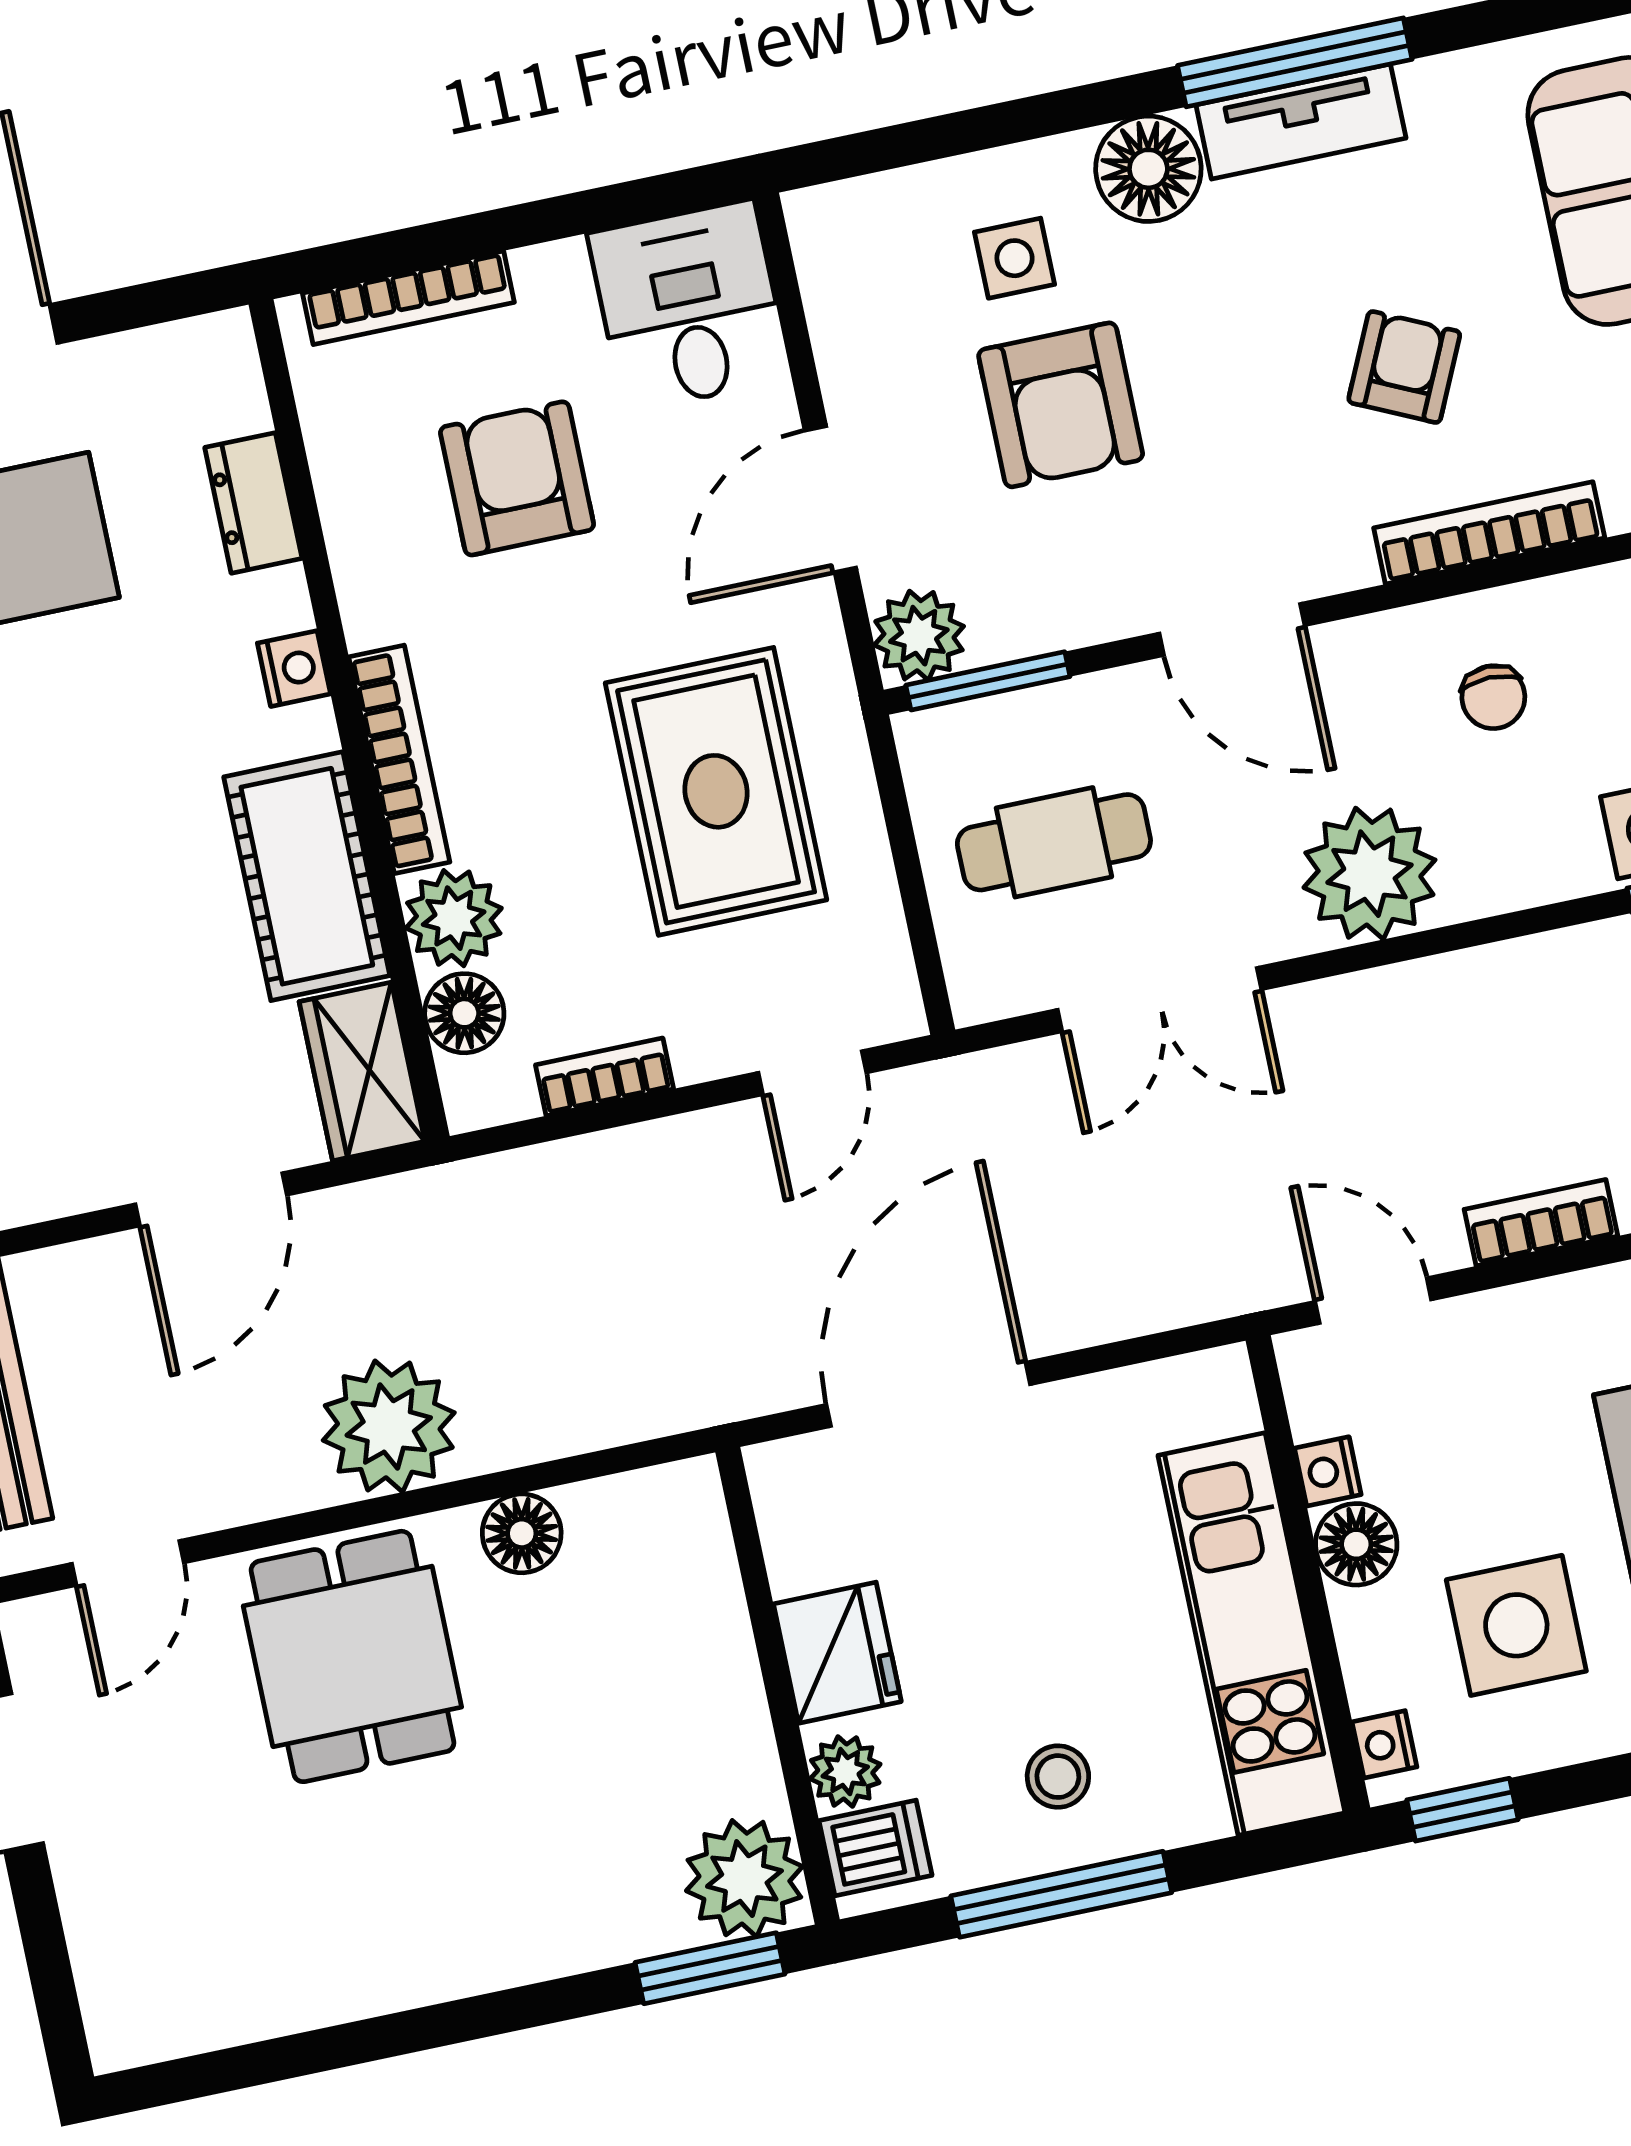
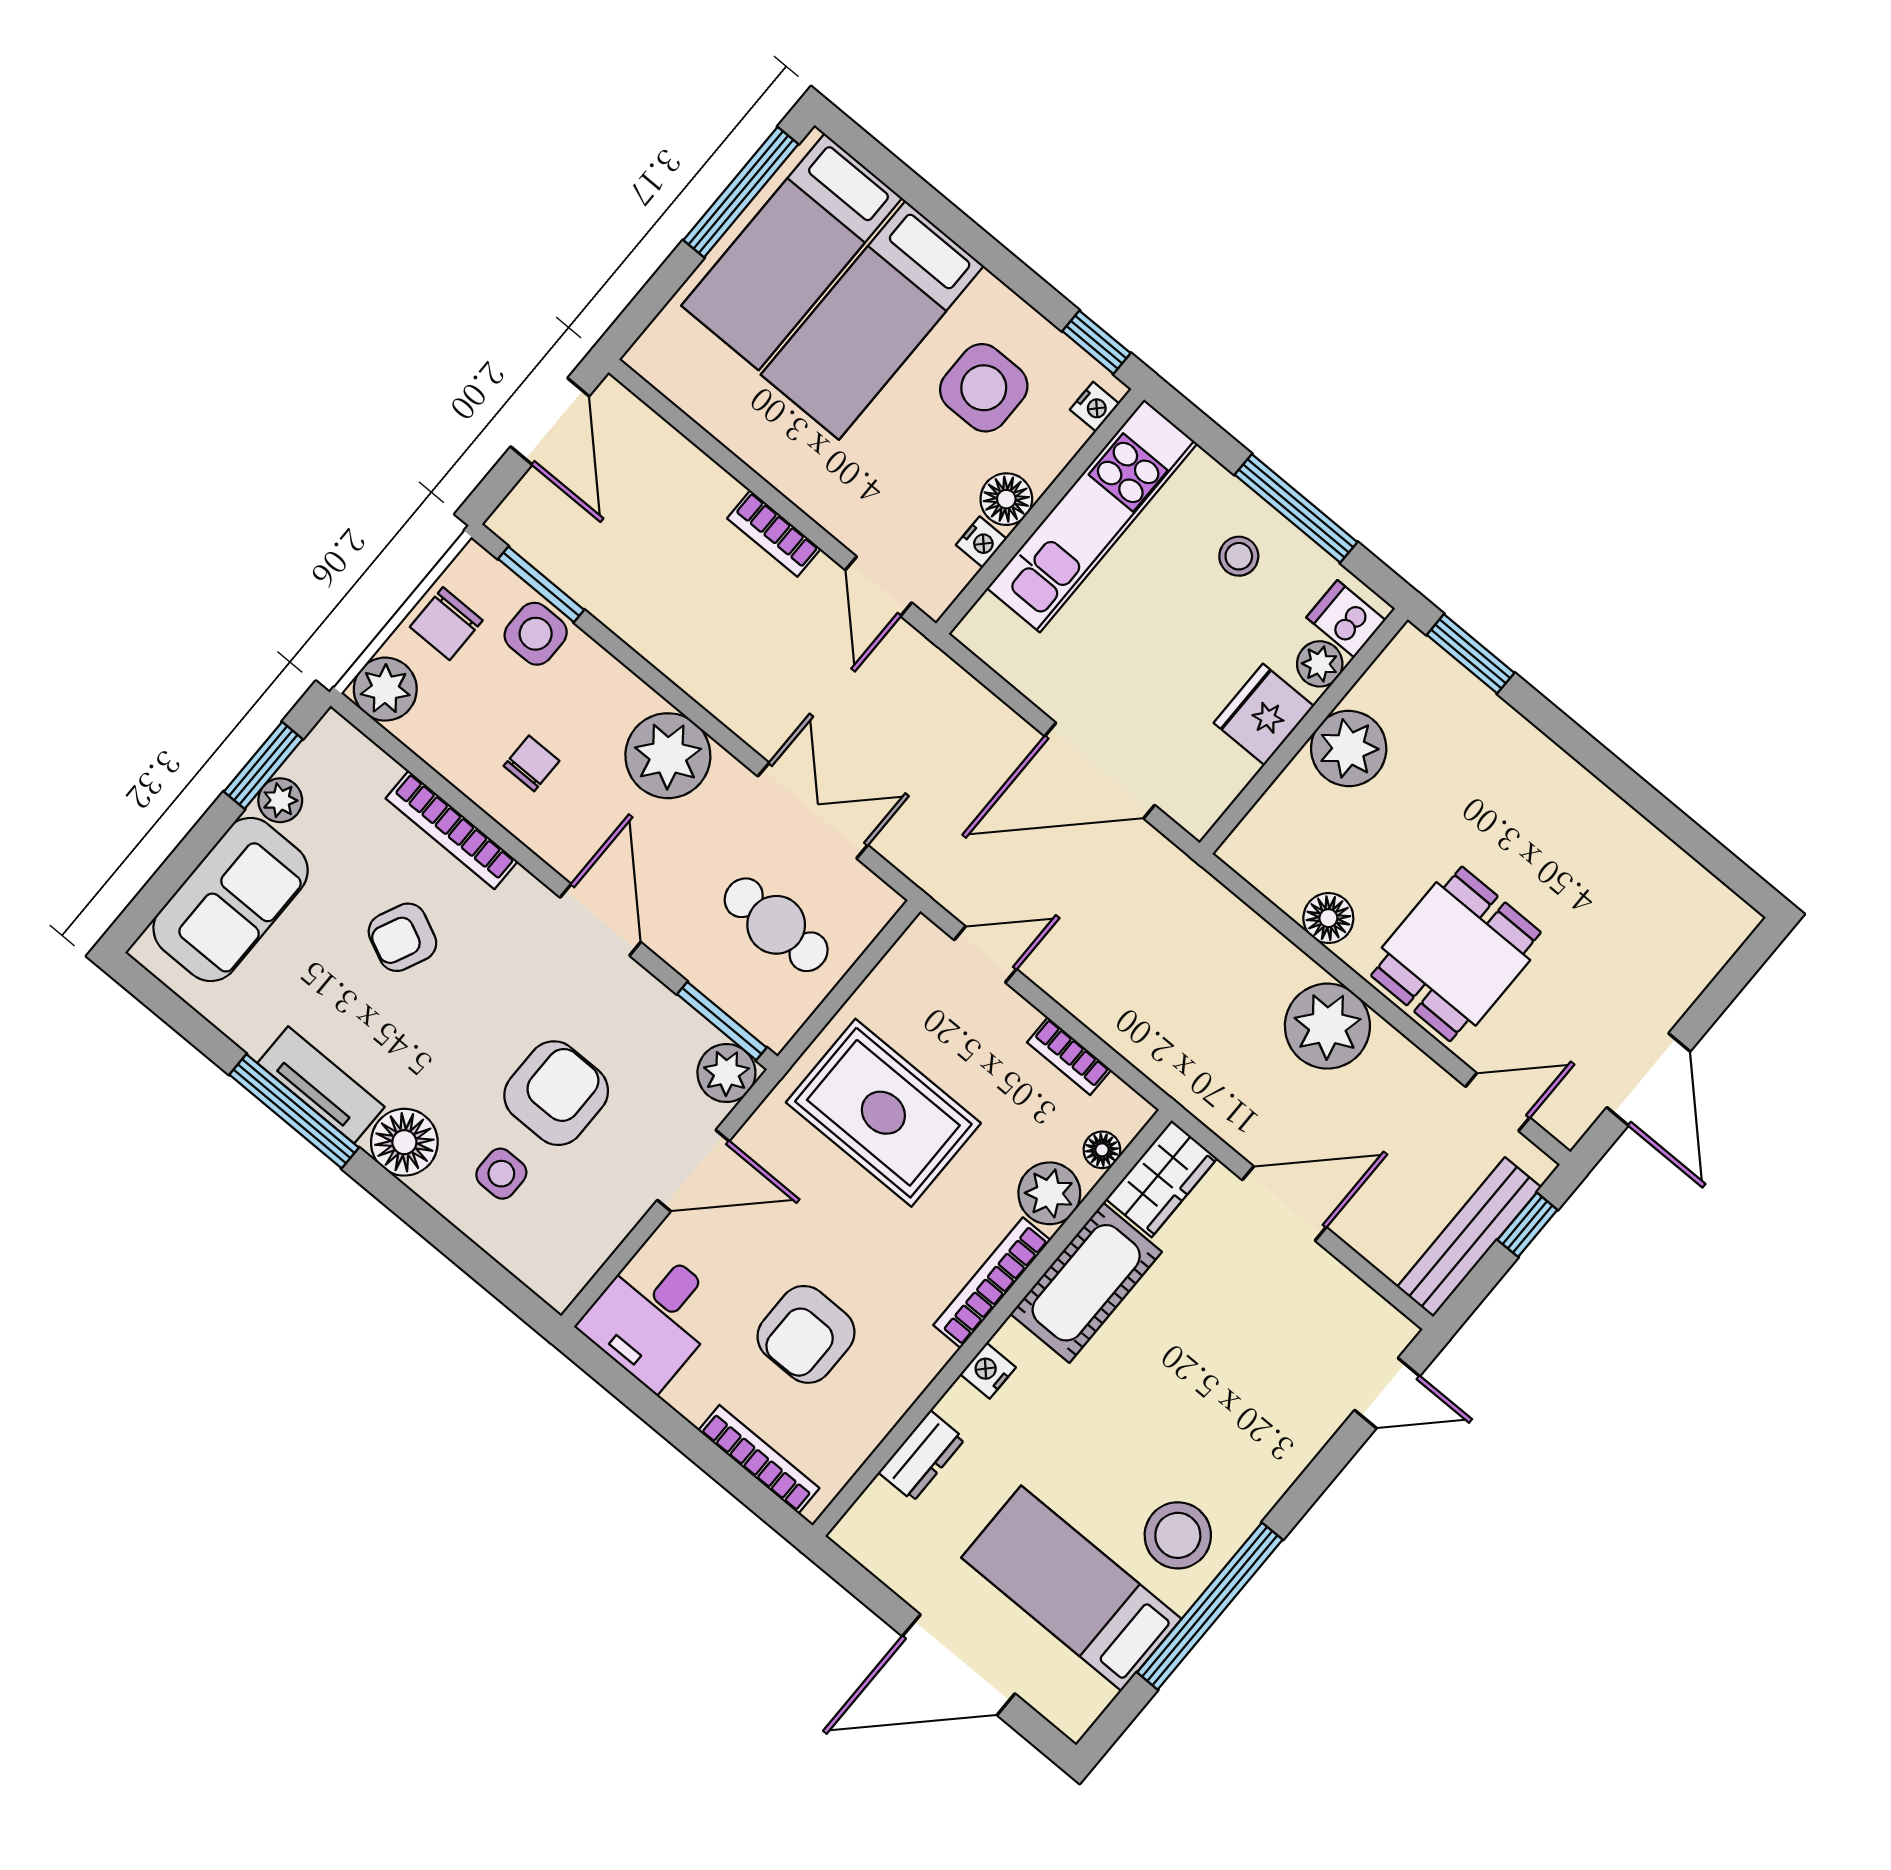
rug: (716, 791) -> (883, 1113), turned 90
floor lamp: (464, 1013) -> (1102, 1150), width x0.73, depth x0.73
plant: (744, 1879) -> (1349, 748), moved

